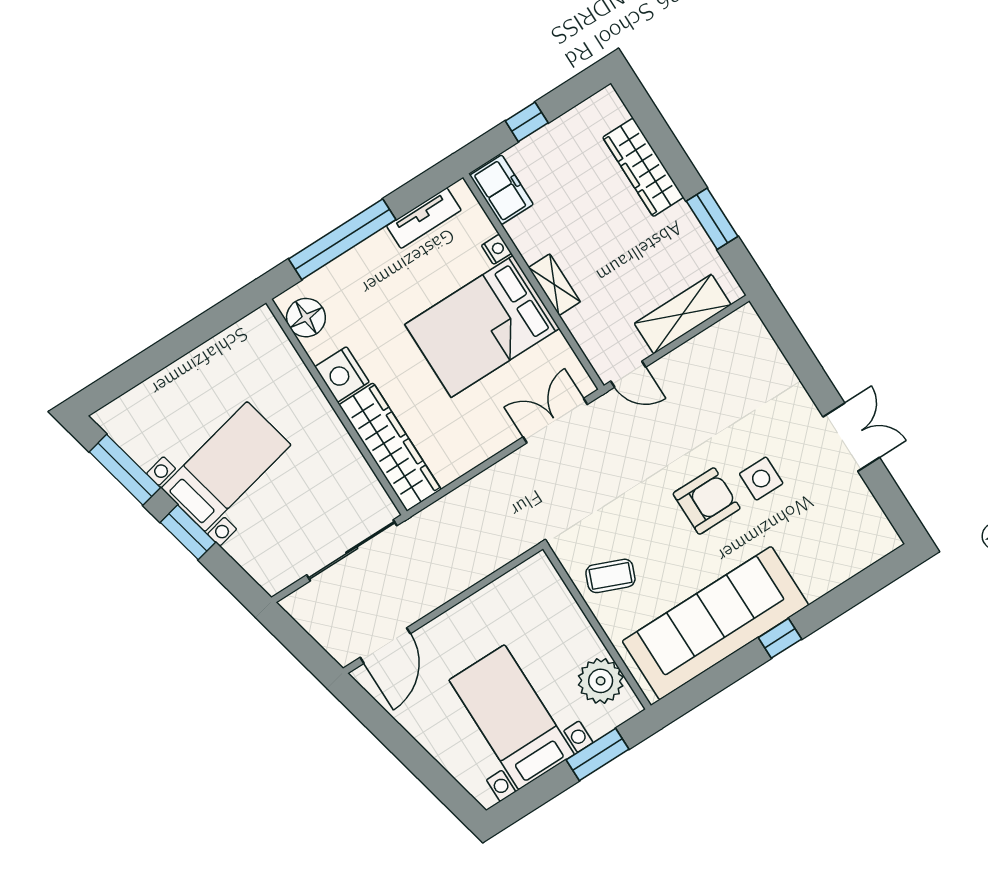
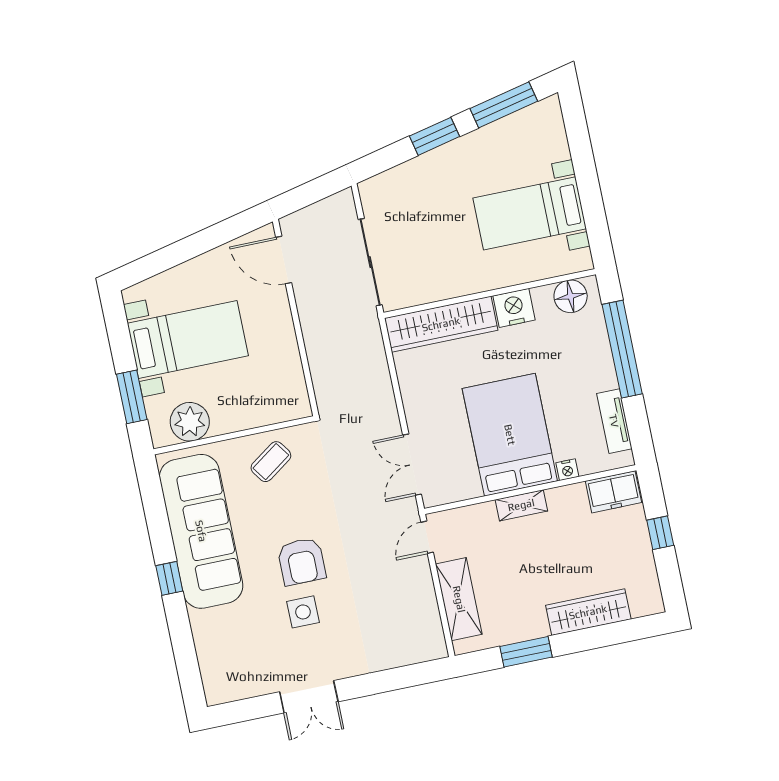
double door: (555, 421) -> (412, 465), swing flipped
bed with nightstands: (226, 467) -> (530, 213), moved, turned 103
coffee table: (610, 576) -> (271, 462), turned 33

